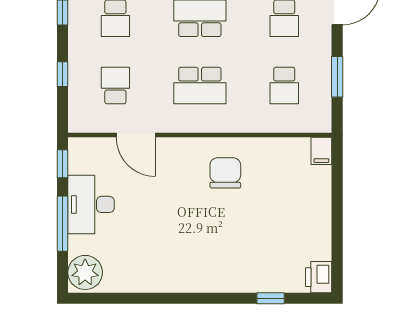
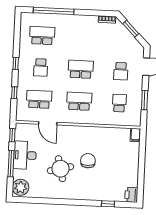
school desk: (115, 86) -> (39, 99), width x1.85
school desk: (200, 86) -> (79, 101), turned 180
school desk: (284, 86) -> (119, 103), turned 180
chair: (225, 173) -> (88, 161), moved
round table: (167, 229) -> (60, 169), added

